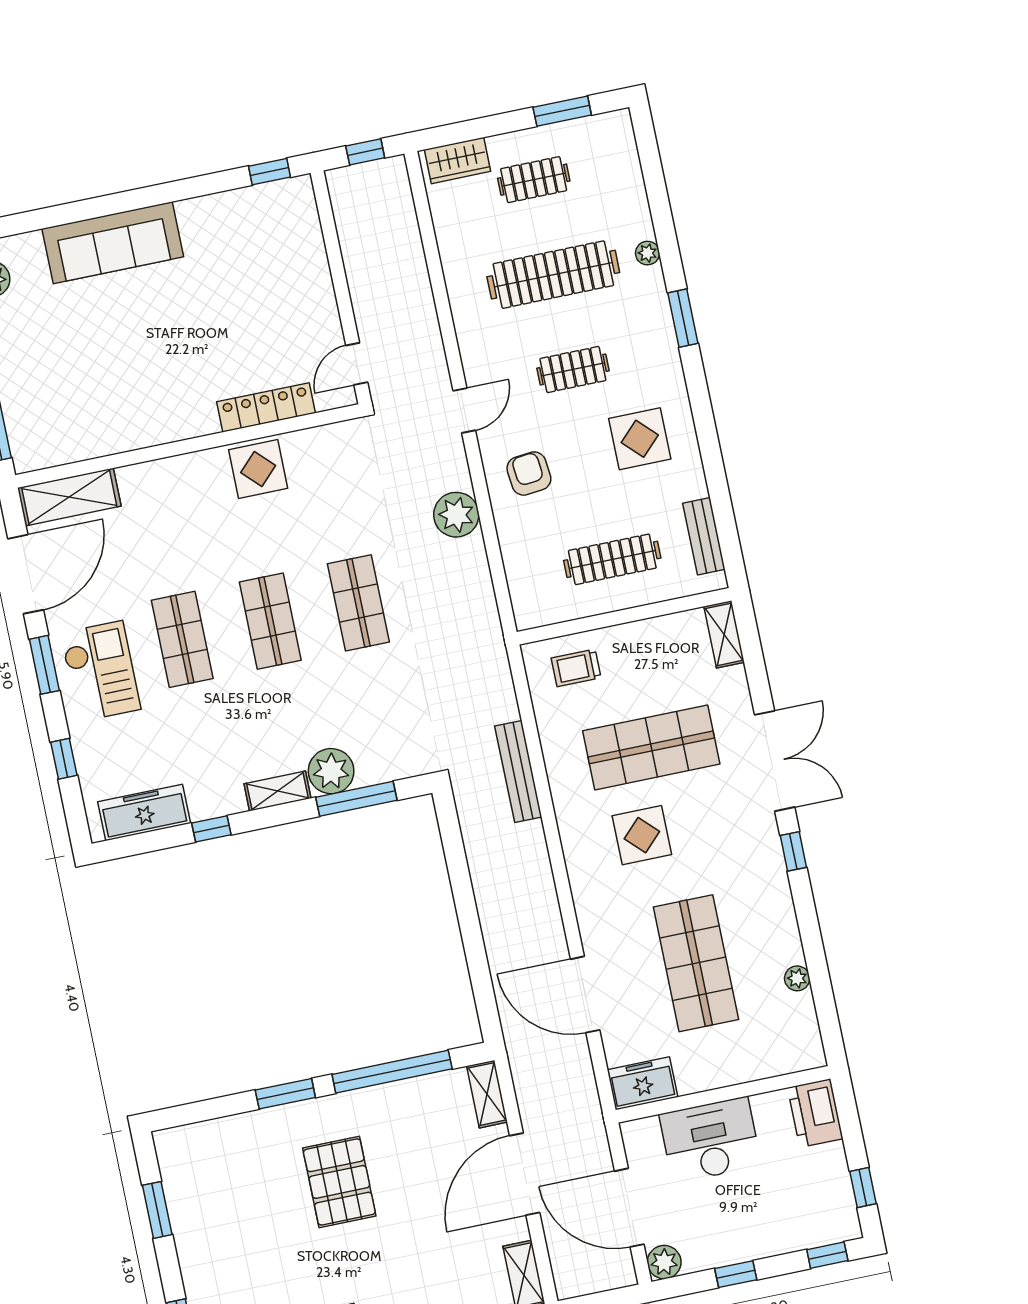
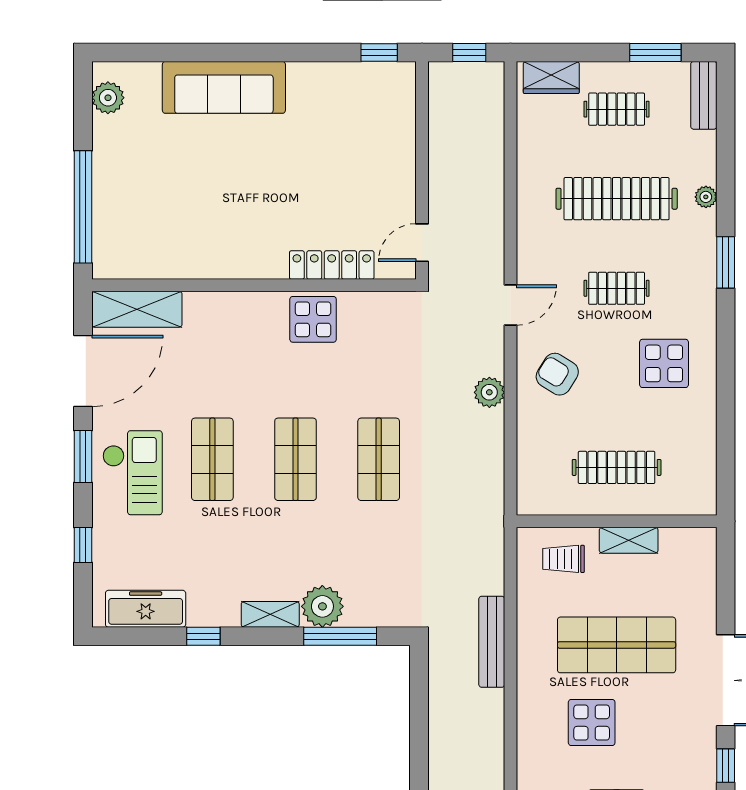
armchair: (529, 474) -> (557, 374), turned -52
plant: (456, 515) -> (489, 392), width x0.73, depth x0.73
bench: (704, 536) -> (704, 95), moved
shelving: (724, 634) -> (629, 540), moved, turned 90

